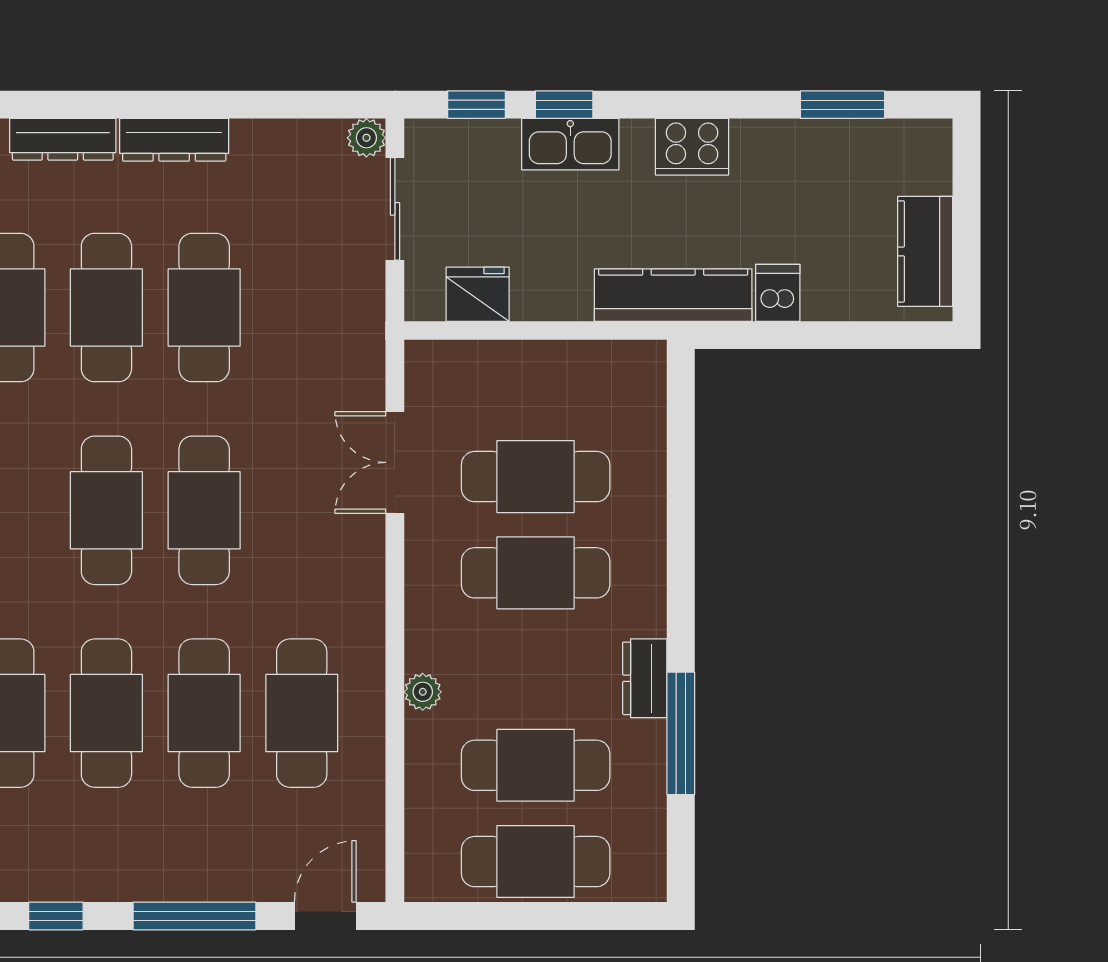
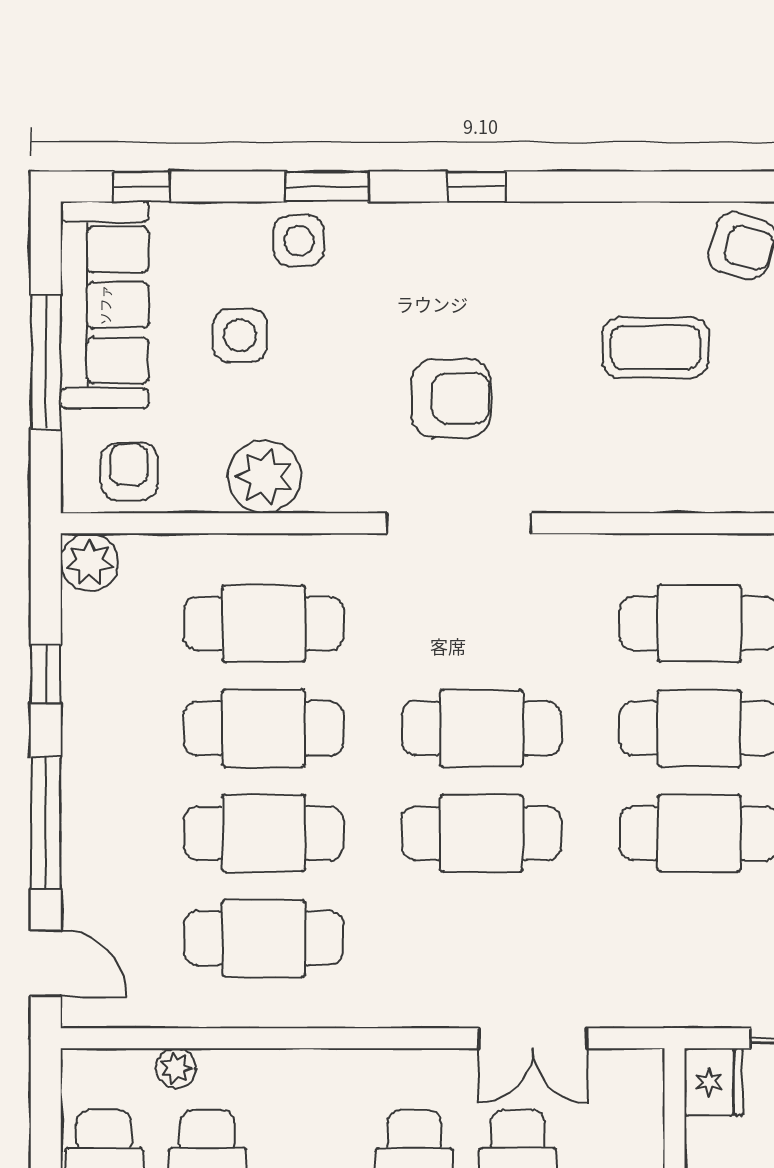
fridge: (478, 294) -> (714, 1082), moved
double door: (395, 462) -> (533, 1038), swing flipped
plant: (423, 692) -> (176, 1068), moved

